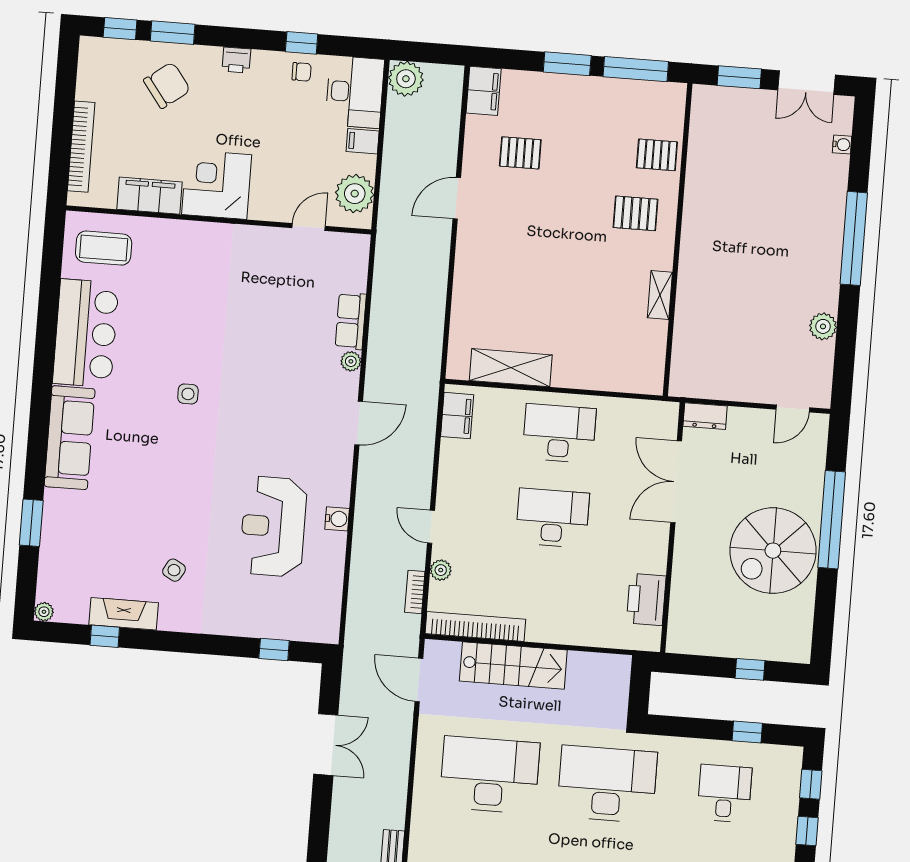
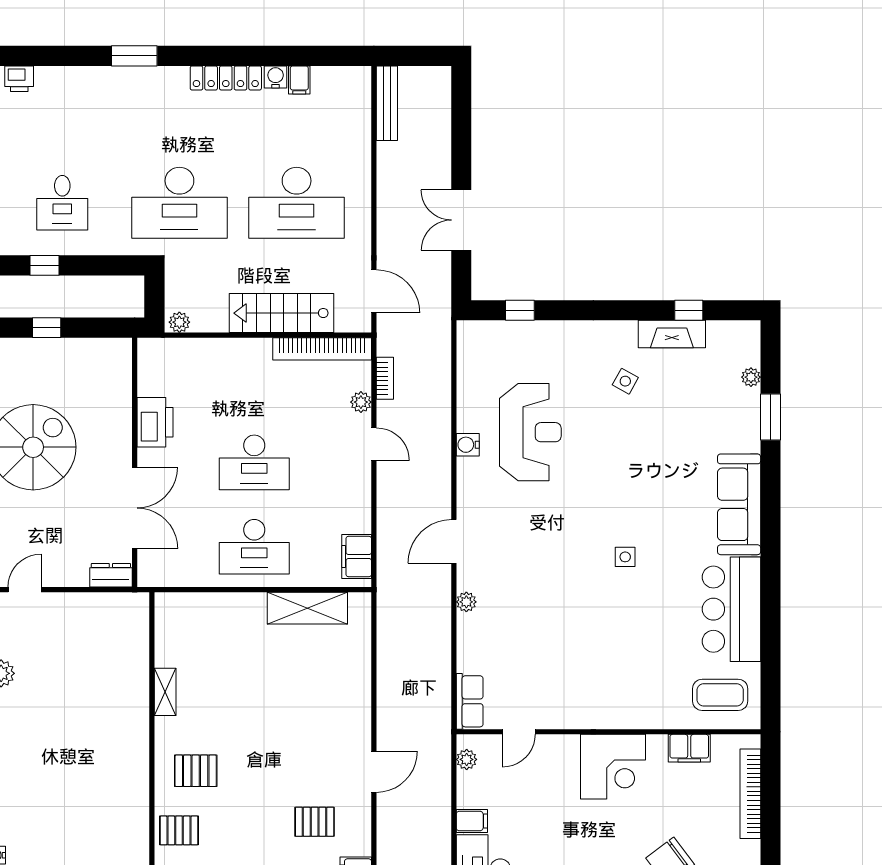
plant: (355, 194) -> (467, 759), width x0.53, depth x0.53
filing cabinet: (150, 196) -> (689, 748), width x0.67, depth x0.86
row of seats: (351, 321) -> (470, 701), moved
printer: (646, 599) -> (155, 422), moved
plant: (44, 612) -> (751, 377), moved
plant: (616, 664) -> (179, 322), added

